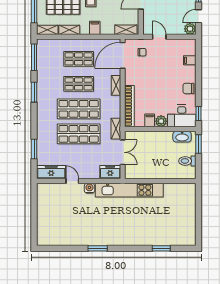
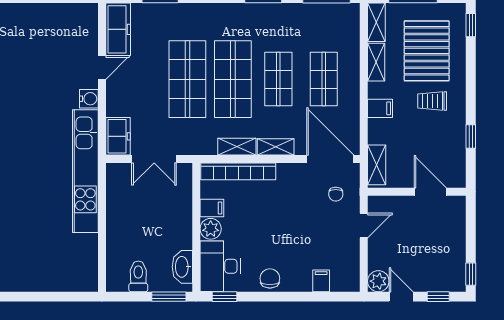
shelving: (116, 129) -> (237, 147), moved

